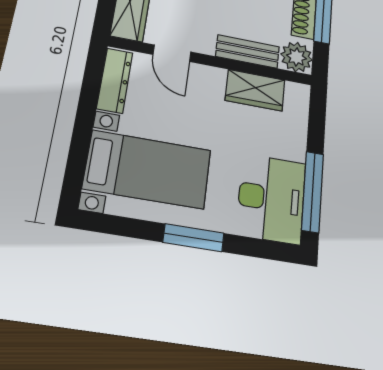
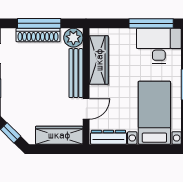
bench: (248, 51) -> (76, 73), width x1.36
wardrobe: (255, 90) -> (99, 60), width x1.50

